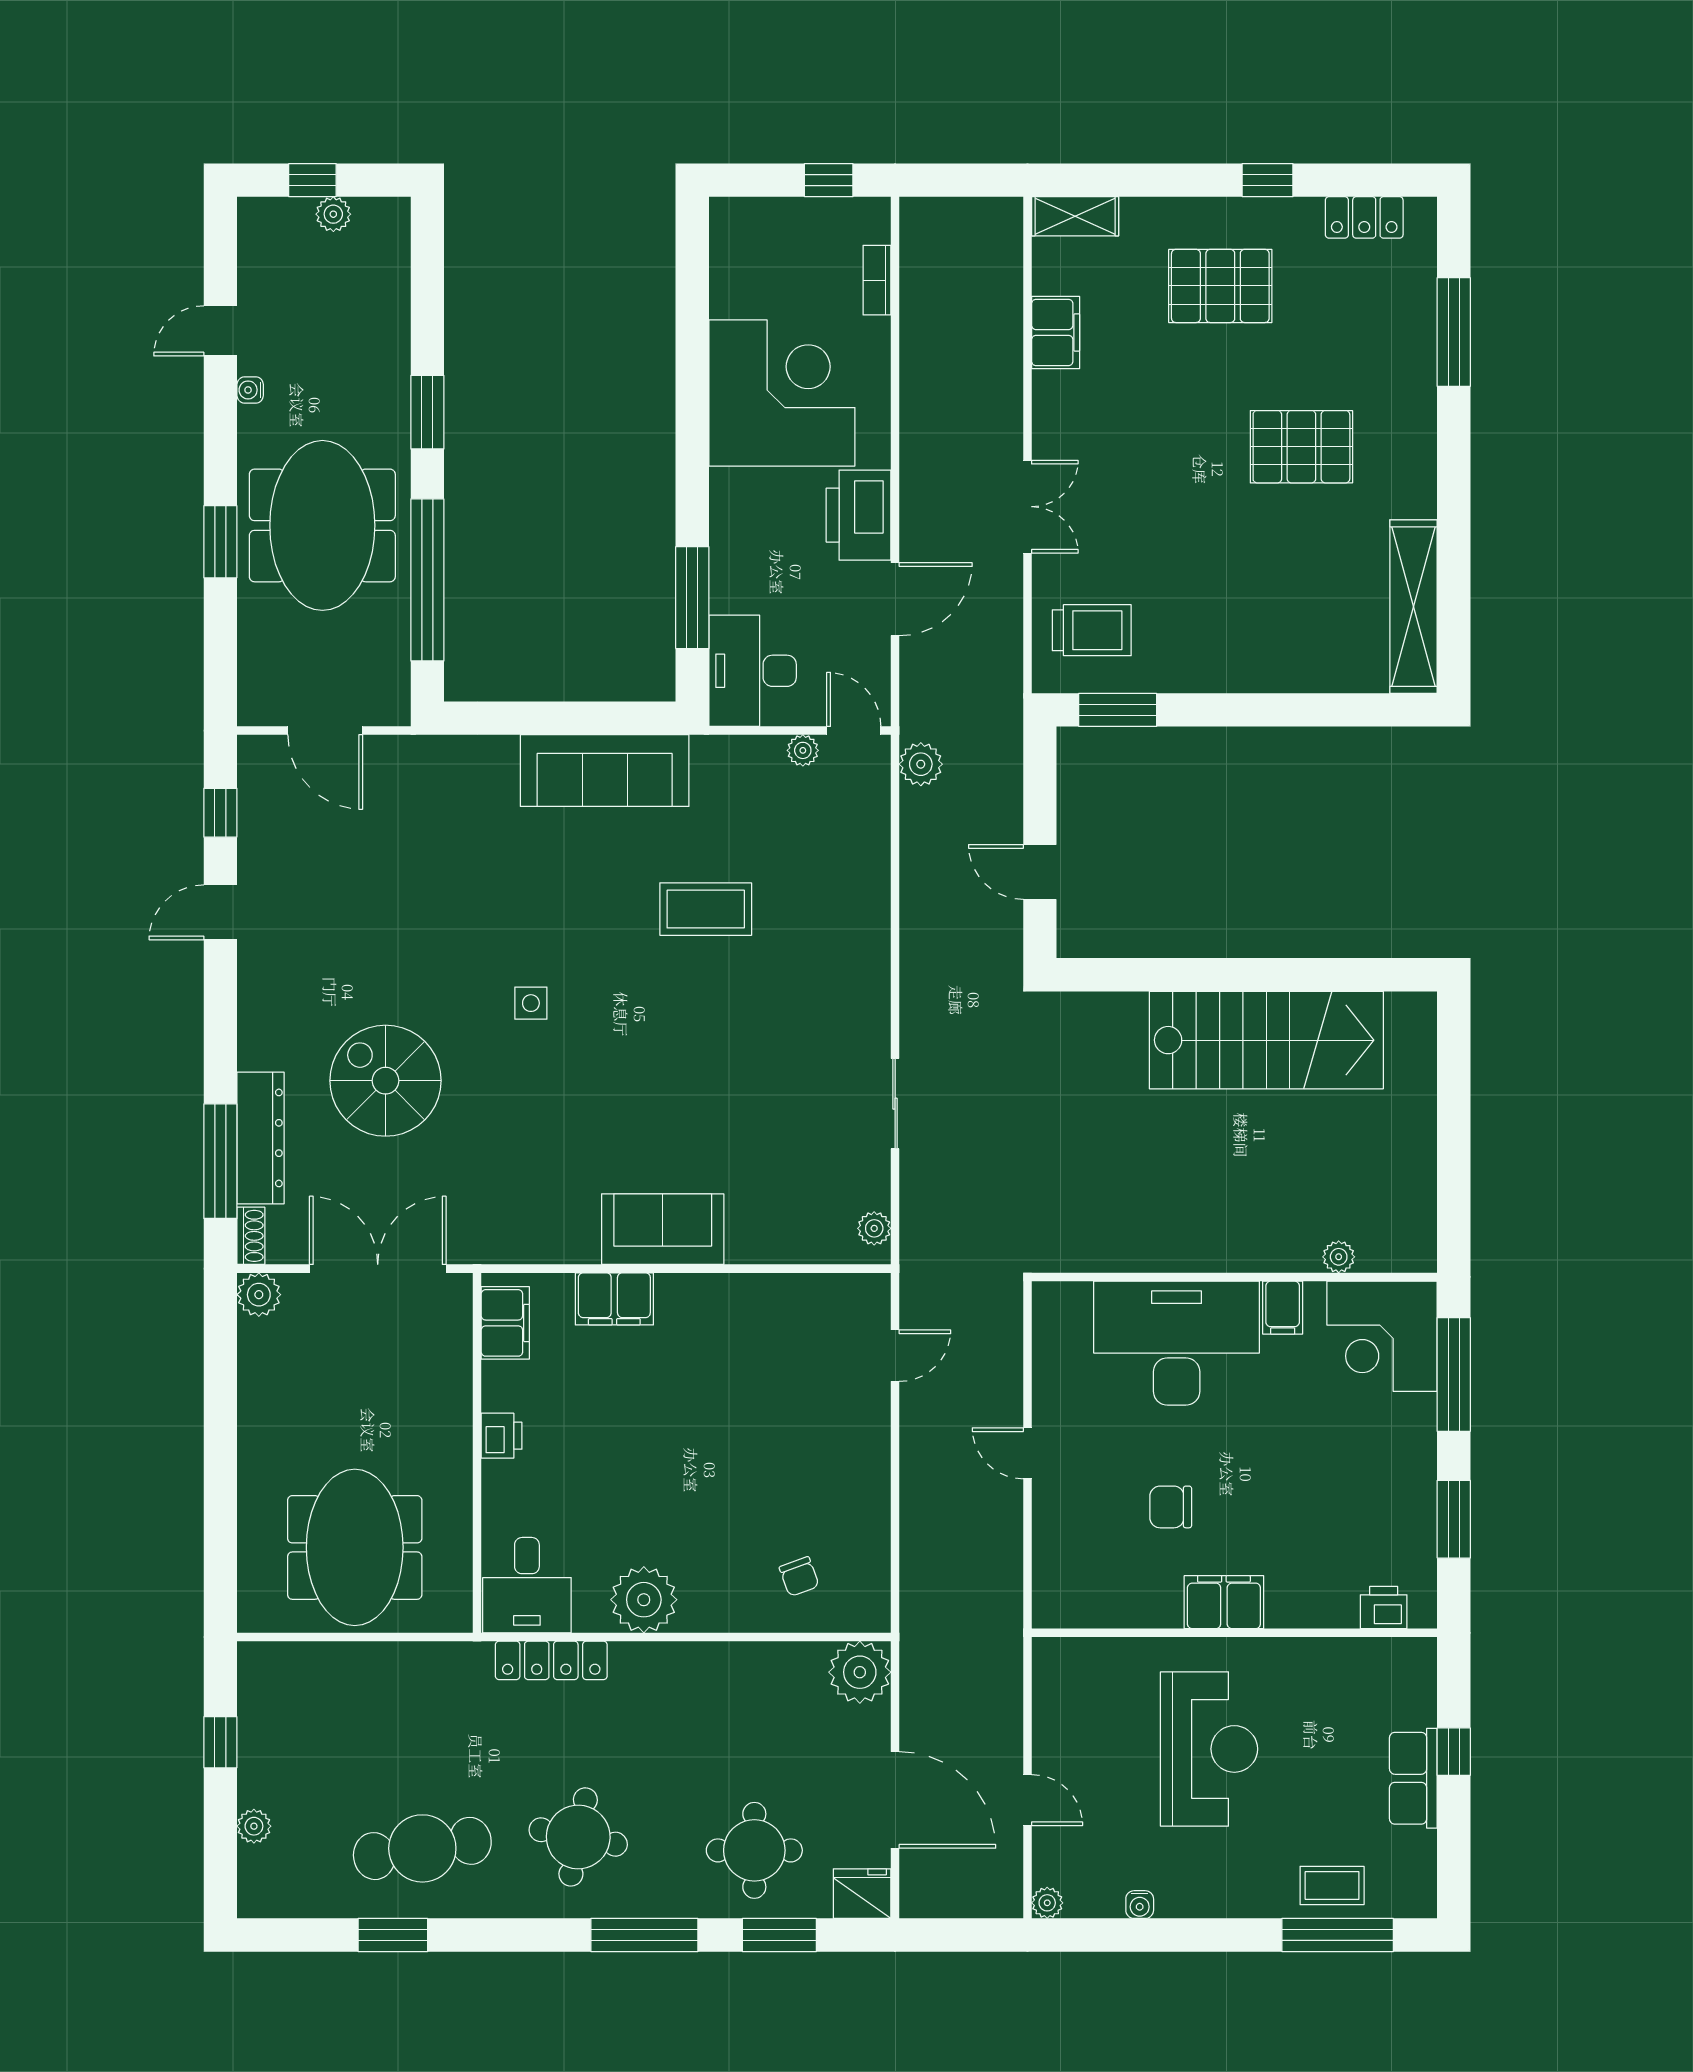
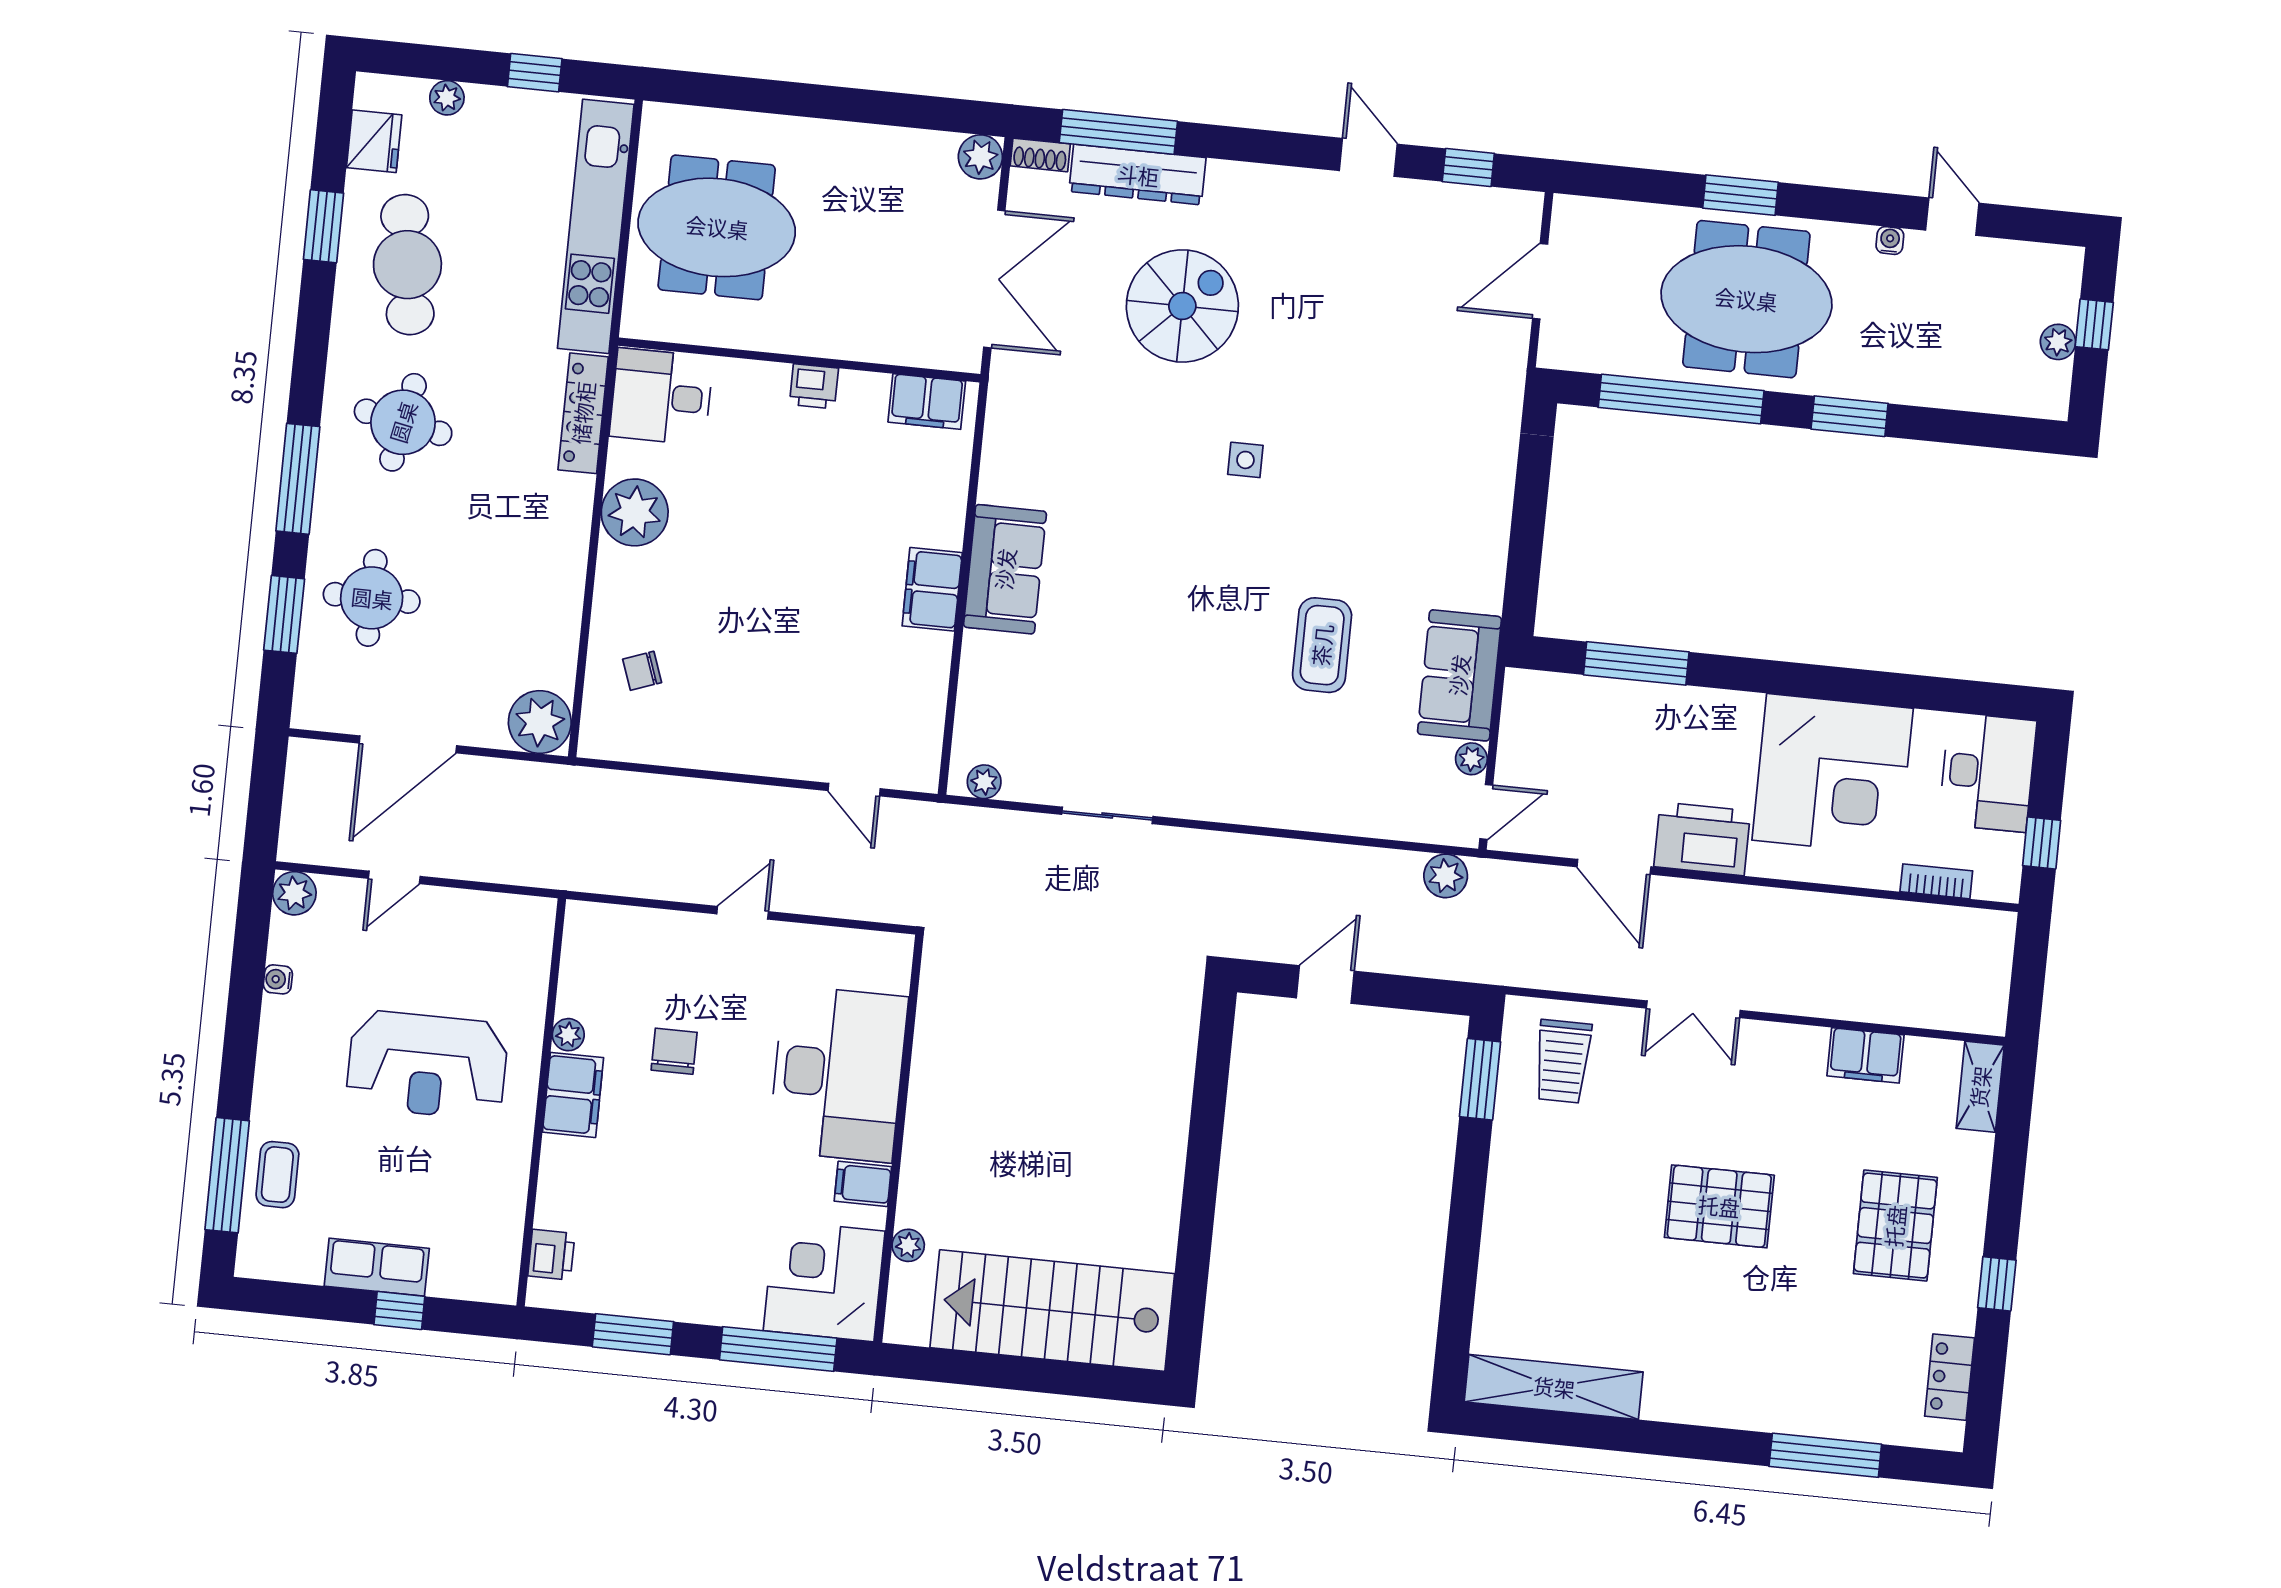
pallet: (1301, 447) -> (1719, 1206), moved, turned 90
desk: (753, 671) -> (1988, 772), moved, turned 90
sofa: (605, 771) -> (1459, 675), moved, width x0.73
stairs: (1266, 1040) -> (1052, 1311), moved, turned 90
filing cabinet: (614, 1299) -> (932, 589), moved
plant: (1165, 1613) -> (568, 1035), added
kitchen unit: (366, 1667) -> (596, 226), added
fridge: (862, 1894) -> (374, 141), moved
plant: (1047, 1903) -> (294, 893), width x1.38, depth x1.38

